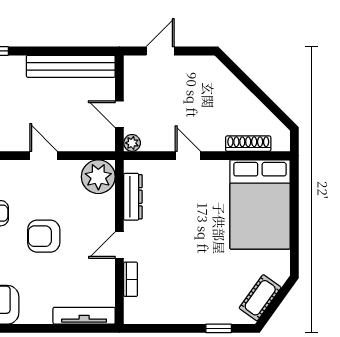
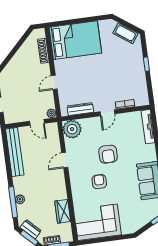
door: (119, 114) -> (37, 122), hinge flipped
door: (119, 245) -> (107, 113), hinge flipped
window: (219, 328) -> (146, 64), moved

